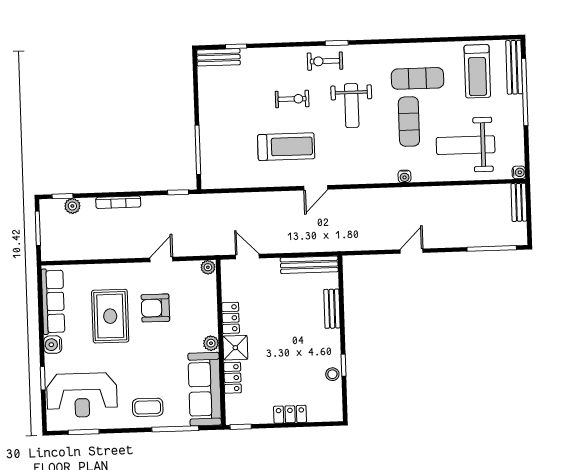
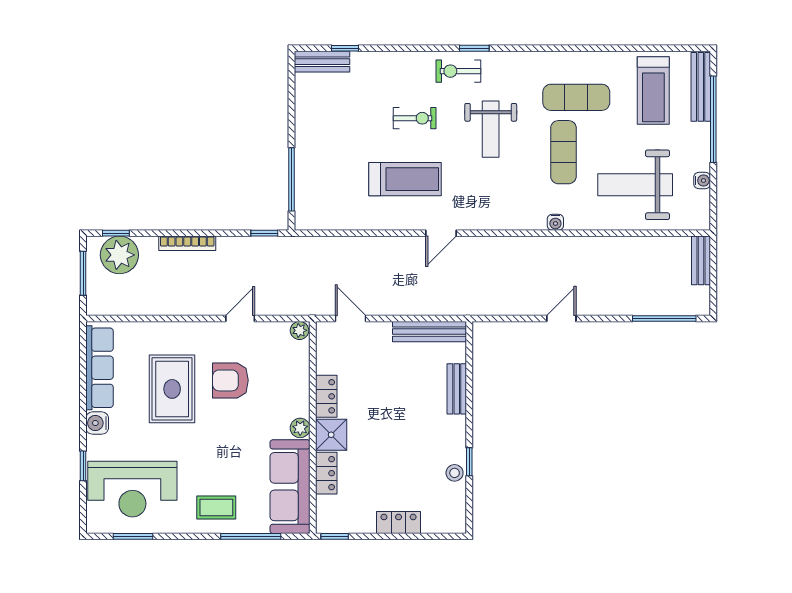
water cooler: (519, 172) -> (702, 180), moved
plant: (72, 206) -> (119, 255), width x1.88, depth x1.88

